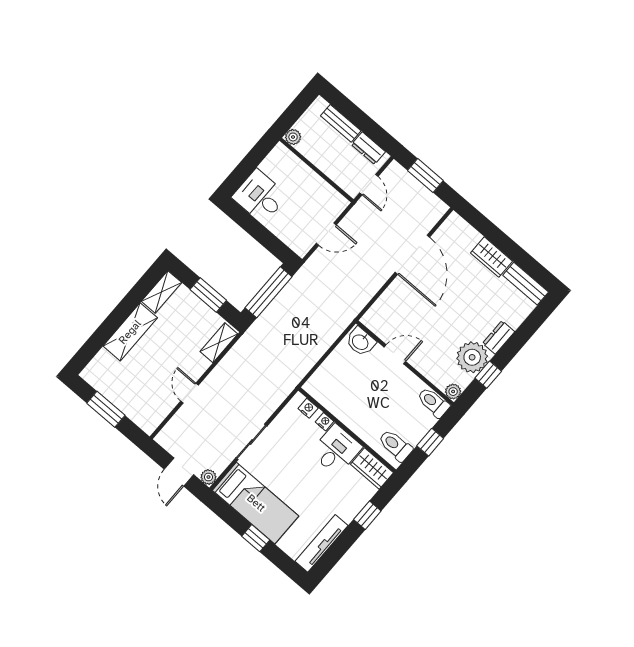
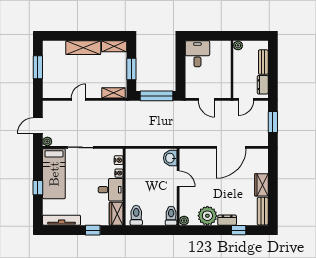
window: (488, 375) -> (239, 230), moved
window: (430, 442) -> (152, 230), removed

